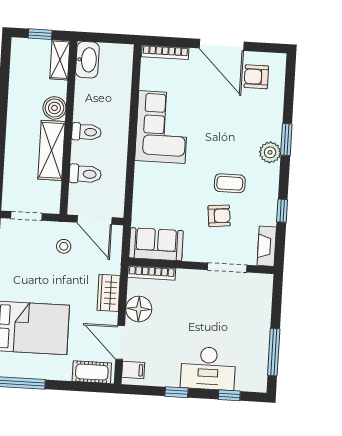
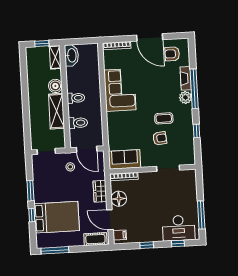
window: (286, 140) -> (194, 89), width x2.11
fireplace: (267, 246) -> (186, 78), moved
desk: (208, 368) -> (179, 228), moved

